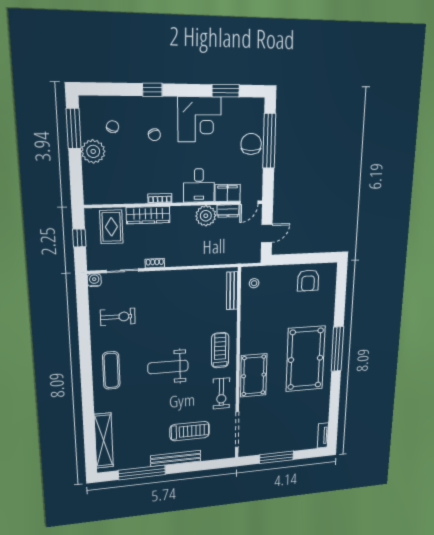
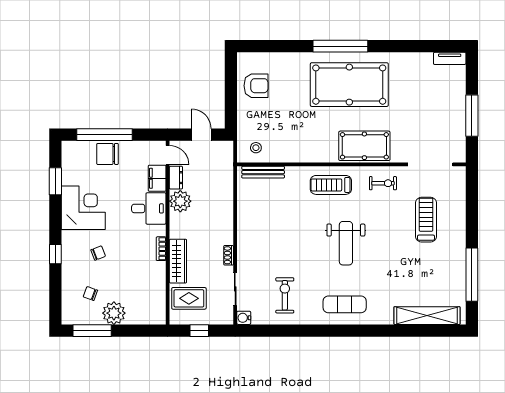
exercise bike: (221, 393) -> (383, 183), width x0.73, depth x0.72
bench: (176, 458) -> (459, 236), removed

